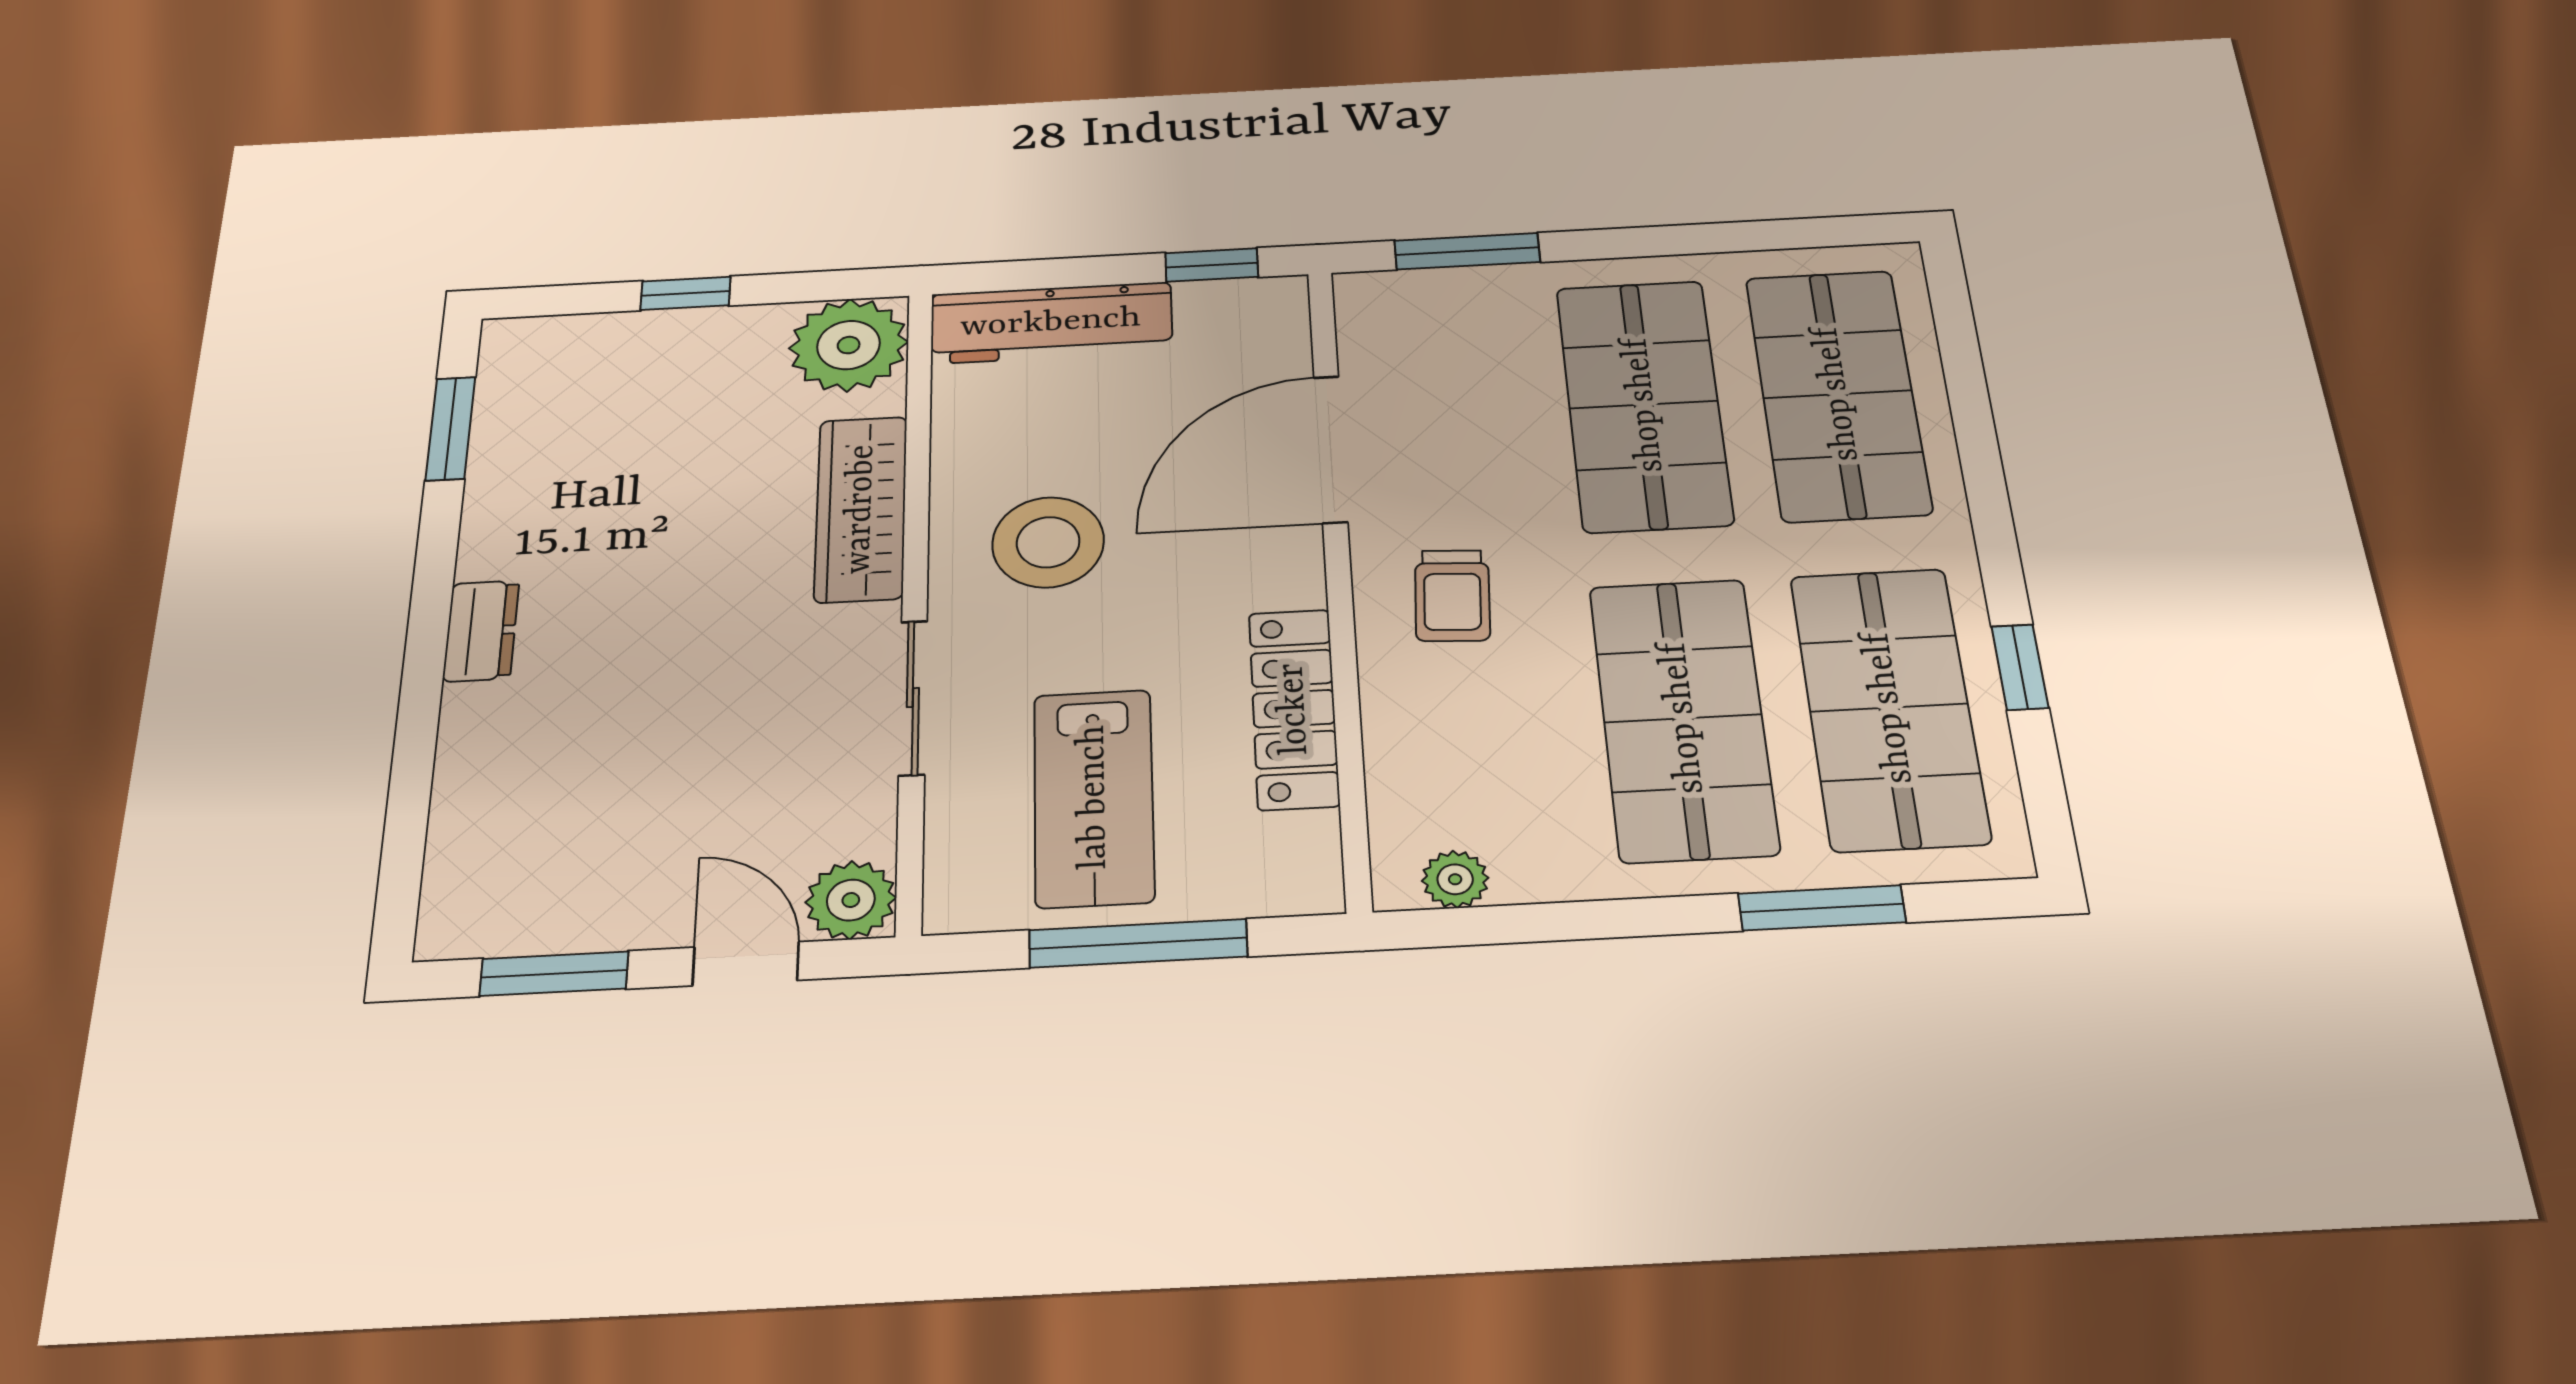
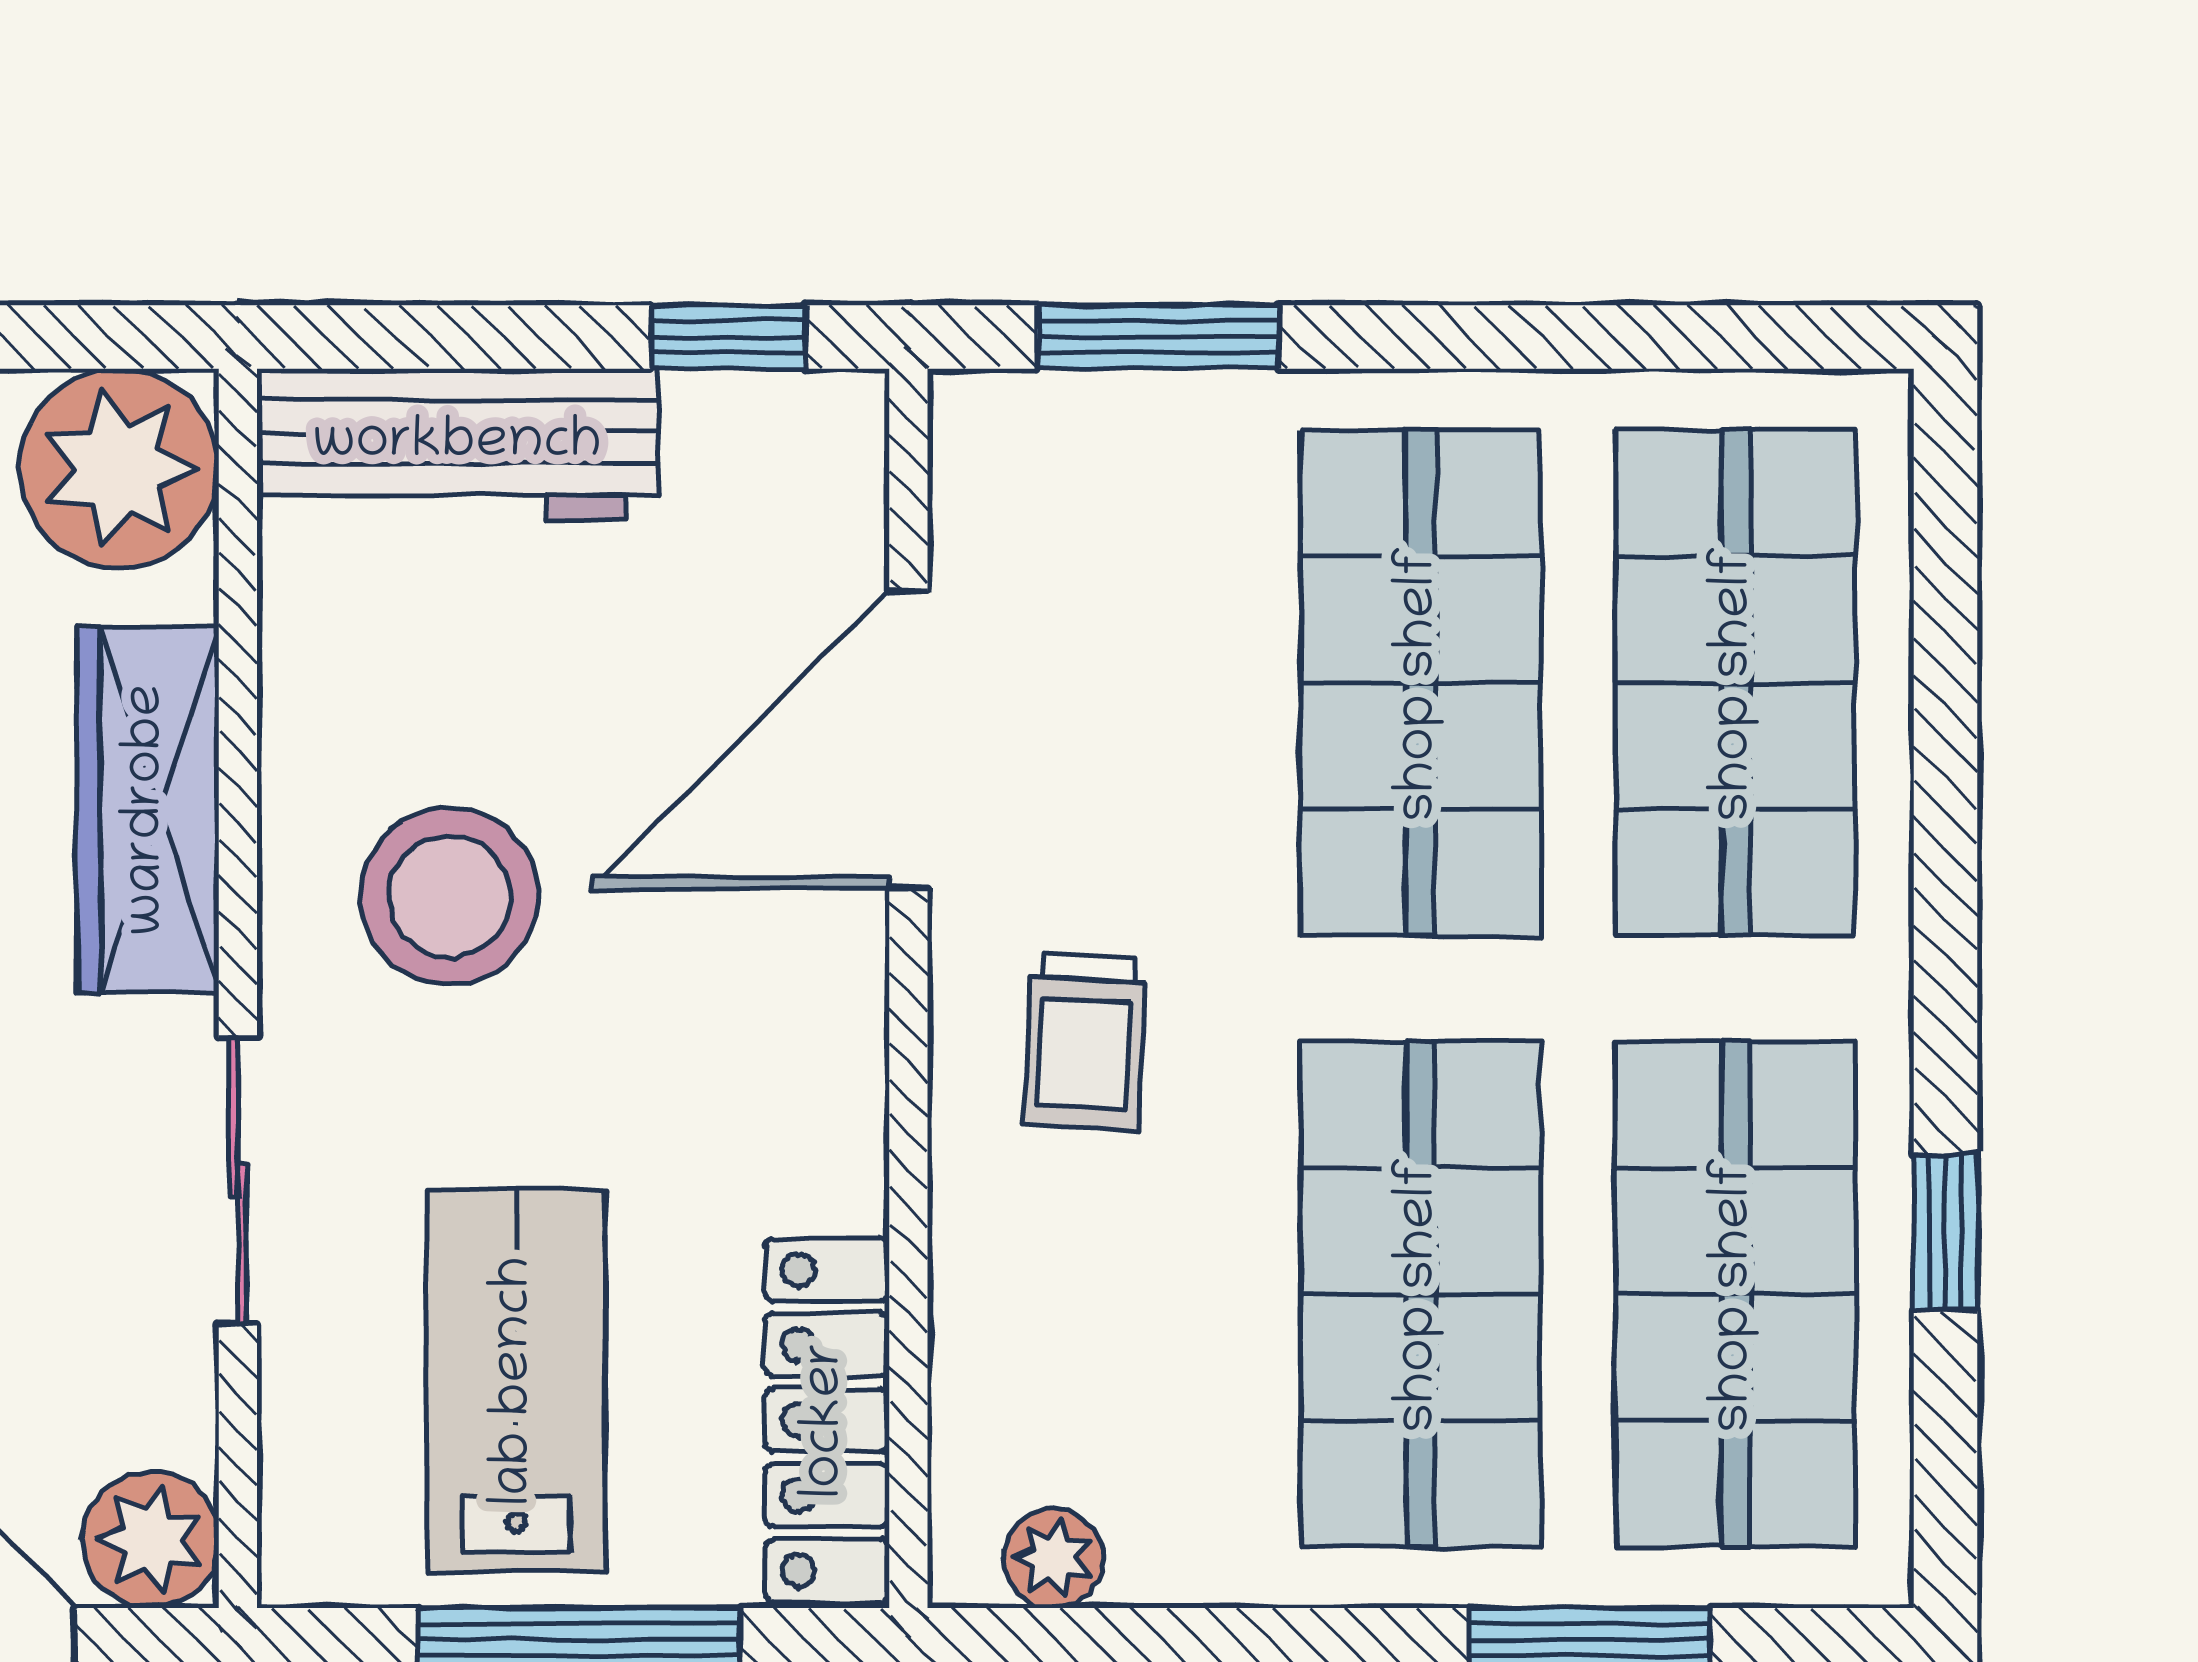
locker: (1294, 709) -> (827, 1420), moved
lab bench: (1094, 797) -> (516, 1381), turned 180

